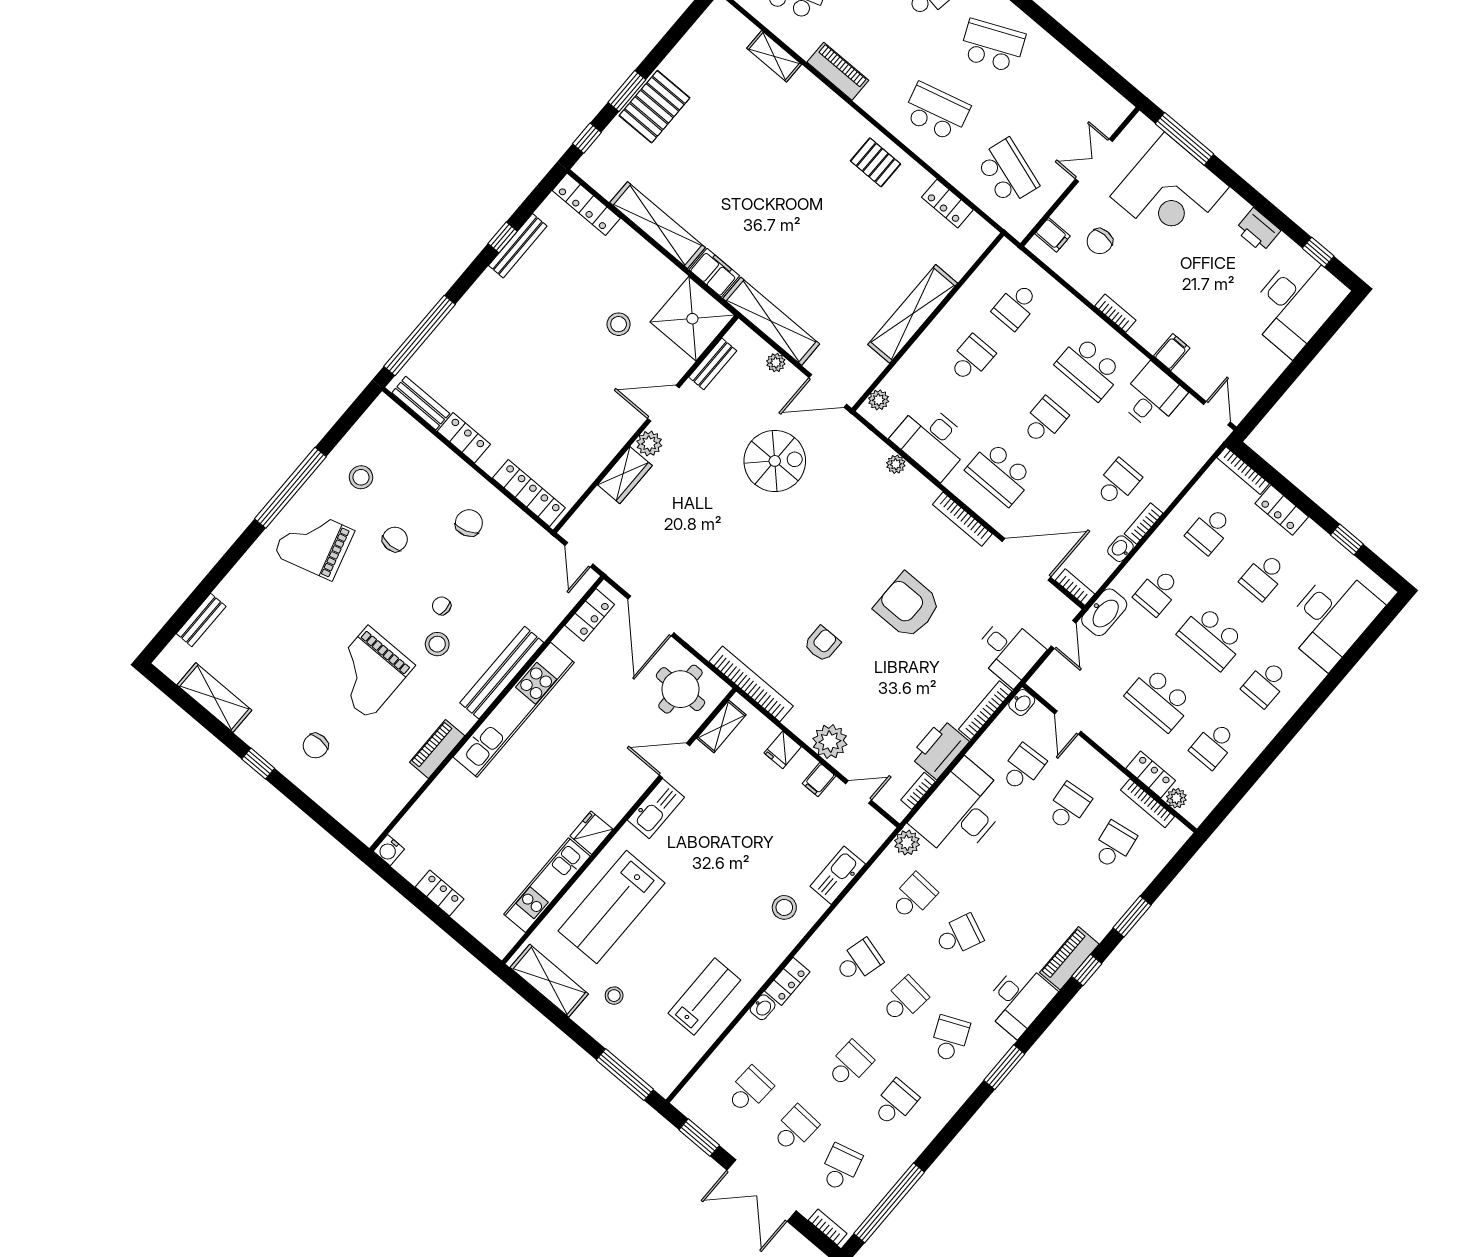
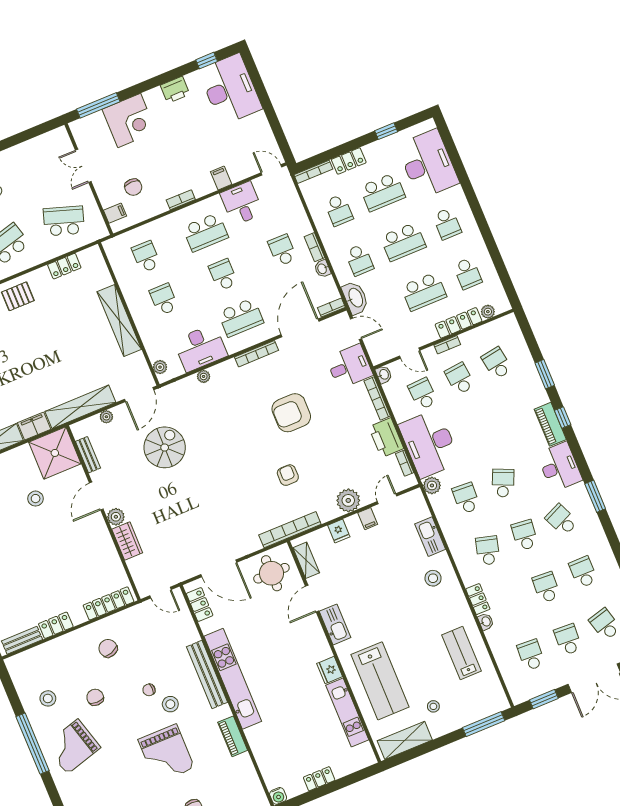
corner desk: (1170, 192) -> (129, 121), width x0.74, depth x0.74
school desk: (1016, 306) -> (146, 257), turned 180
school desk: (1264, 576) -> (382, 192), width x1.85
locker: (1151, 775) -> (458, 323), width x1.53
bookcase: (1148, 803) -> (447, 345), moved, width x0.64

